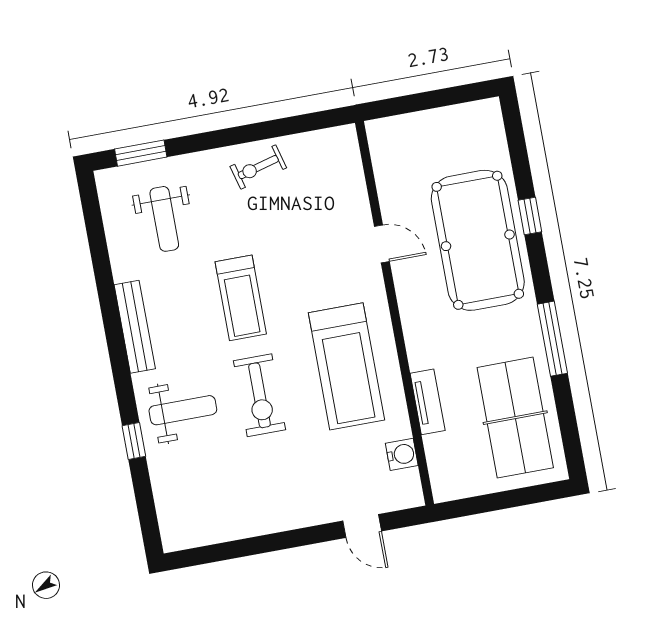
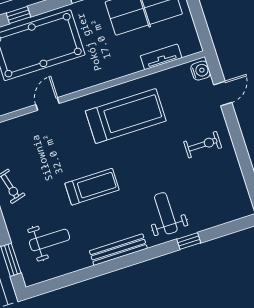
exercise bike: (259, 395) -> (203, 145), moved, width x0.73, depth x0.72
tv unit: (428, 402) -> (161, 57), moved
water cooler: (402, 454) -> (201, 71), moved, turned 90

